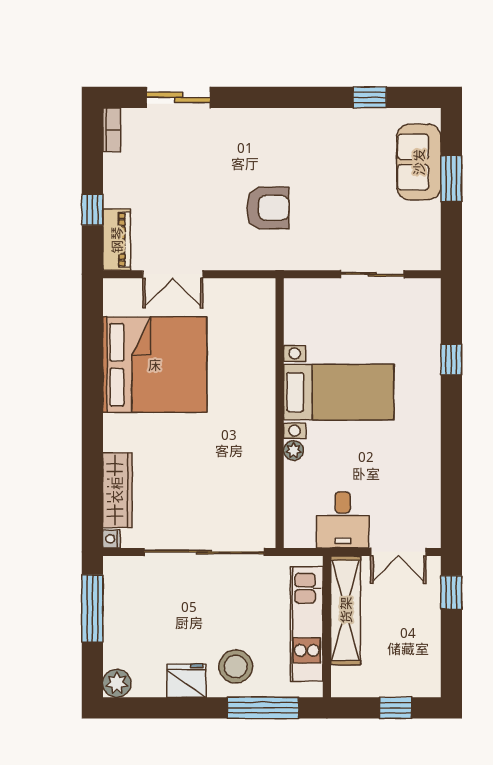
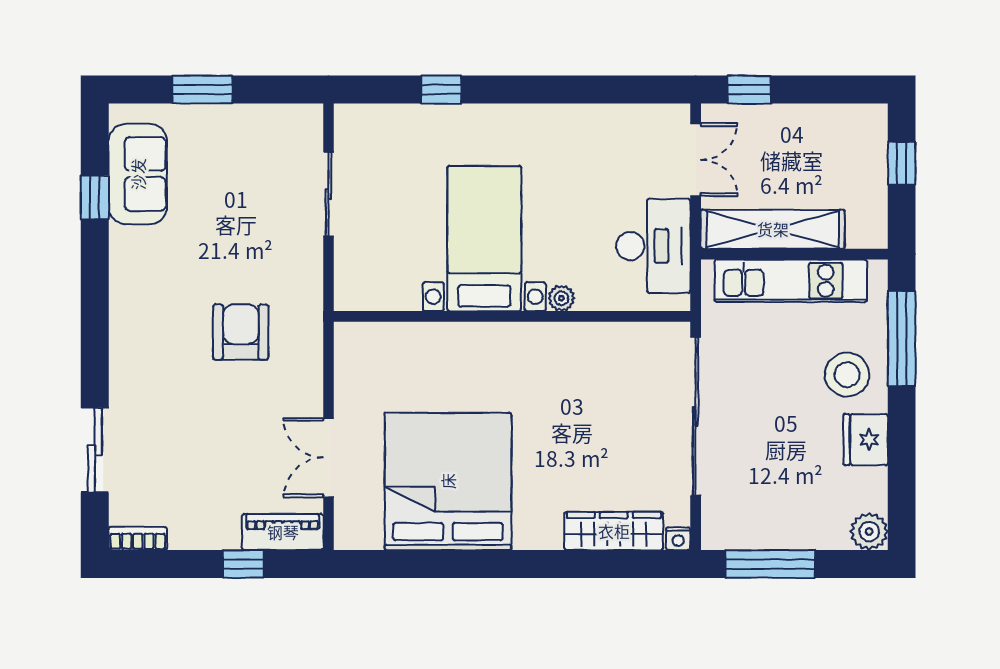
sofa: (419, 162) -> (138, 174), moved, turned -90
double door: (173, 274) -> (329, 458), swing flipped
desk: (343, 520) -> (653, 246), width x1.37

